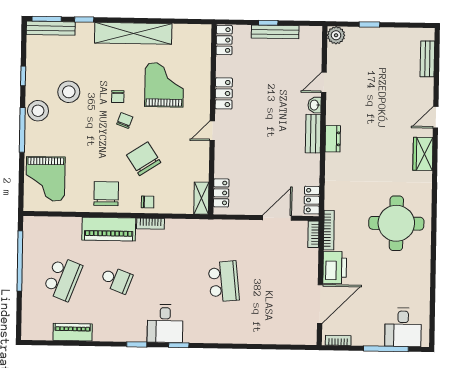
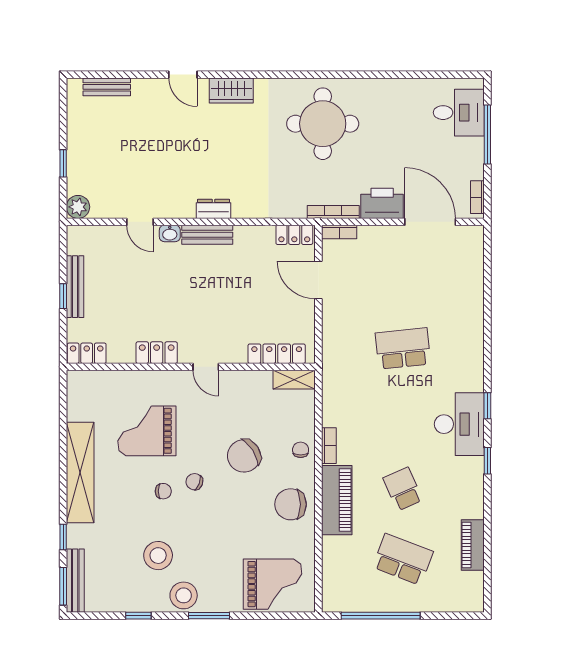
window: (22, 130) -> (209, 616), width x0.69
locker: (221, 193) -> (277, 354), width x1.53
school desk: (116, 280) -> (403, 489), turned -45
desk: (165, 324) -> (459, 424), width x1.37

